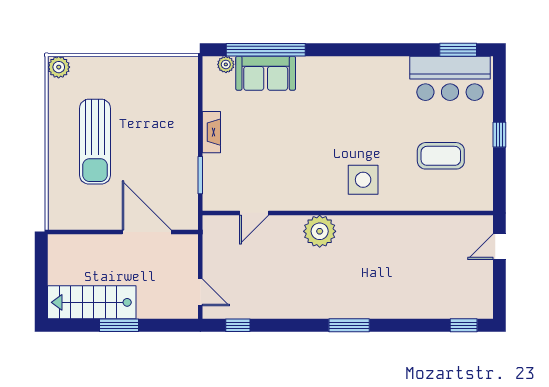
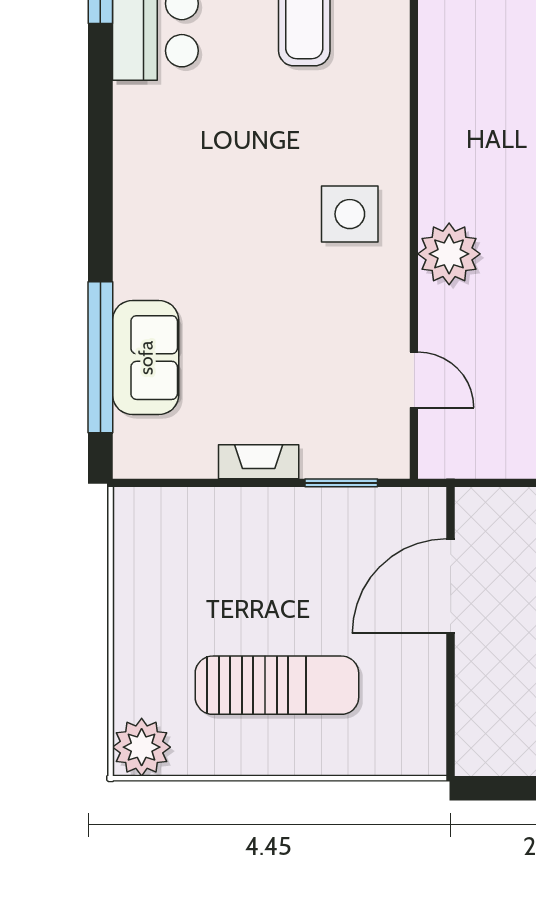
plant: (226, 64) -> (129, 434), removed
plant: (59, 67) -> (142, 747), width x1.36, depth x1.36
side table: (363, 180) -> (350, 214), moved

